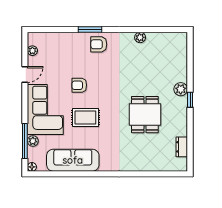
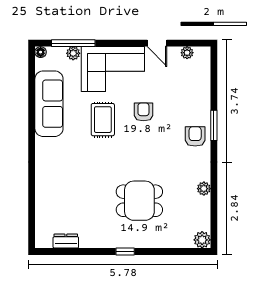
plant: (181, 89) -> (202, 240), moved
dining table: (145, 115) -> (139, 201), moved

